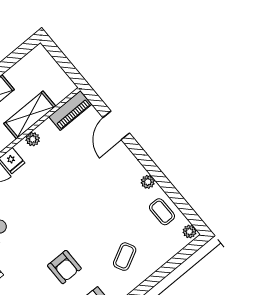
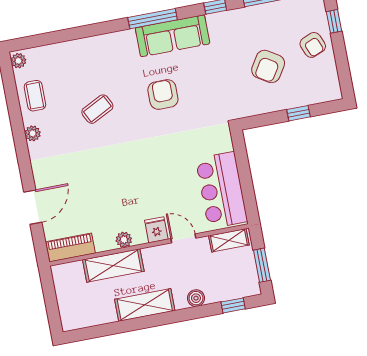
coffee table: (125, 257) -> (97, 109), moved

